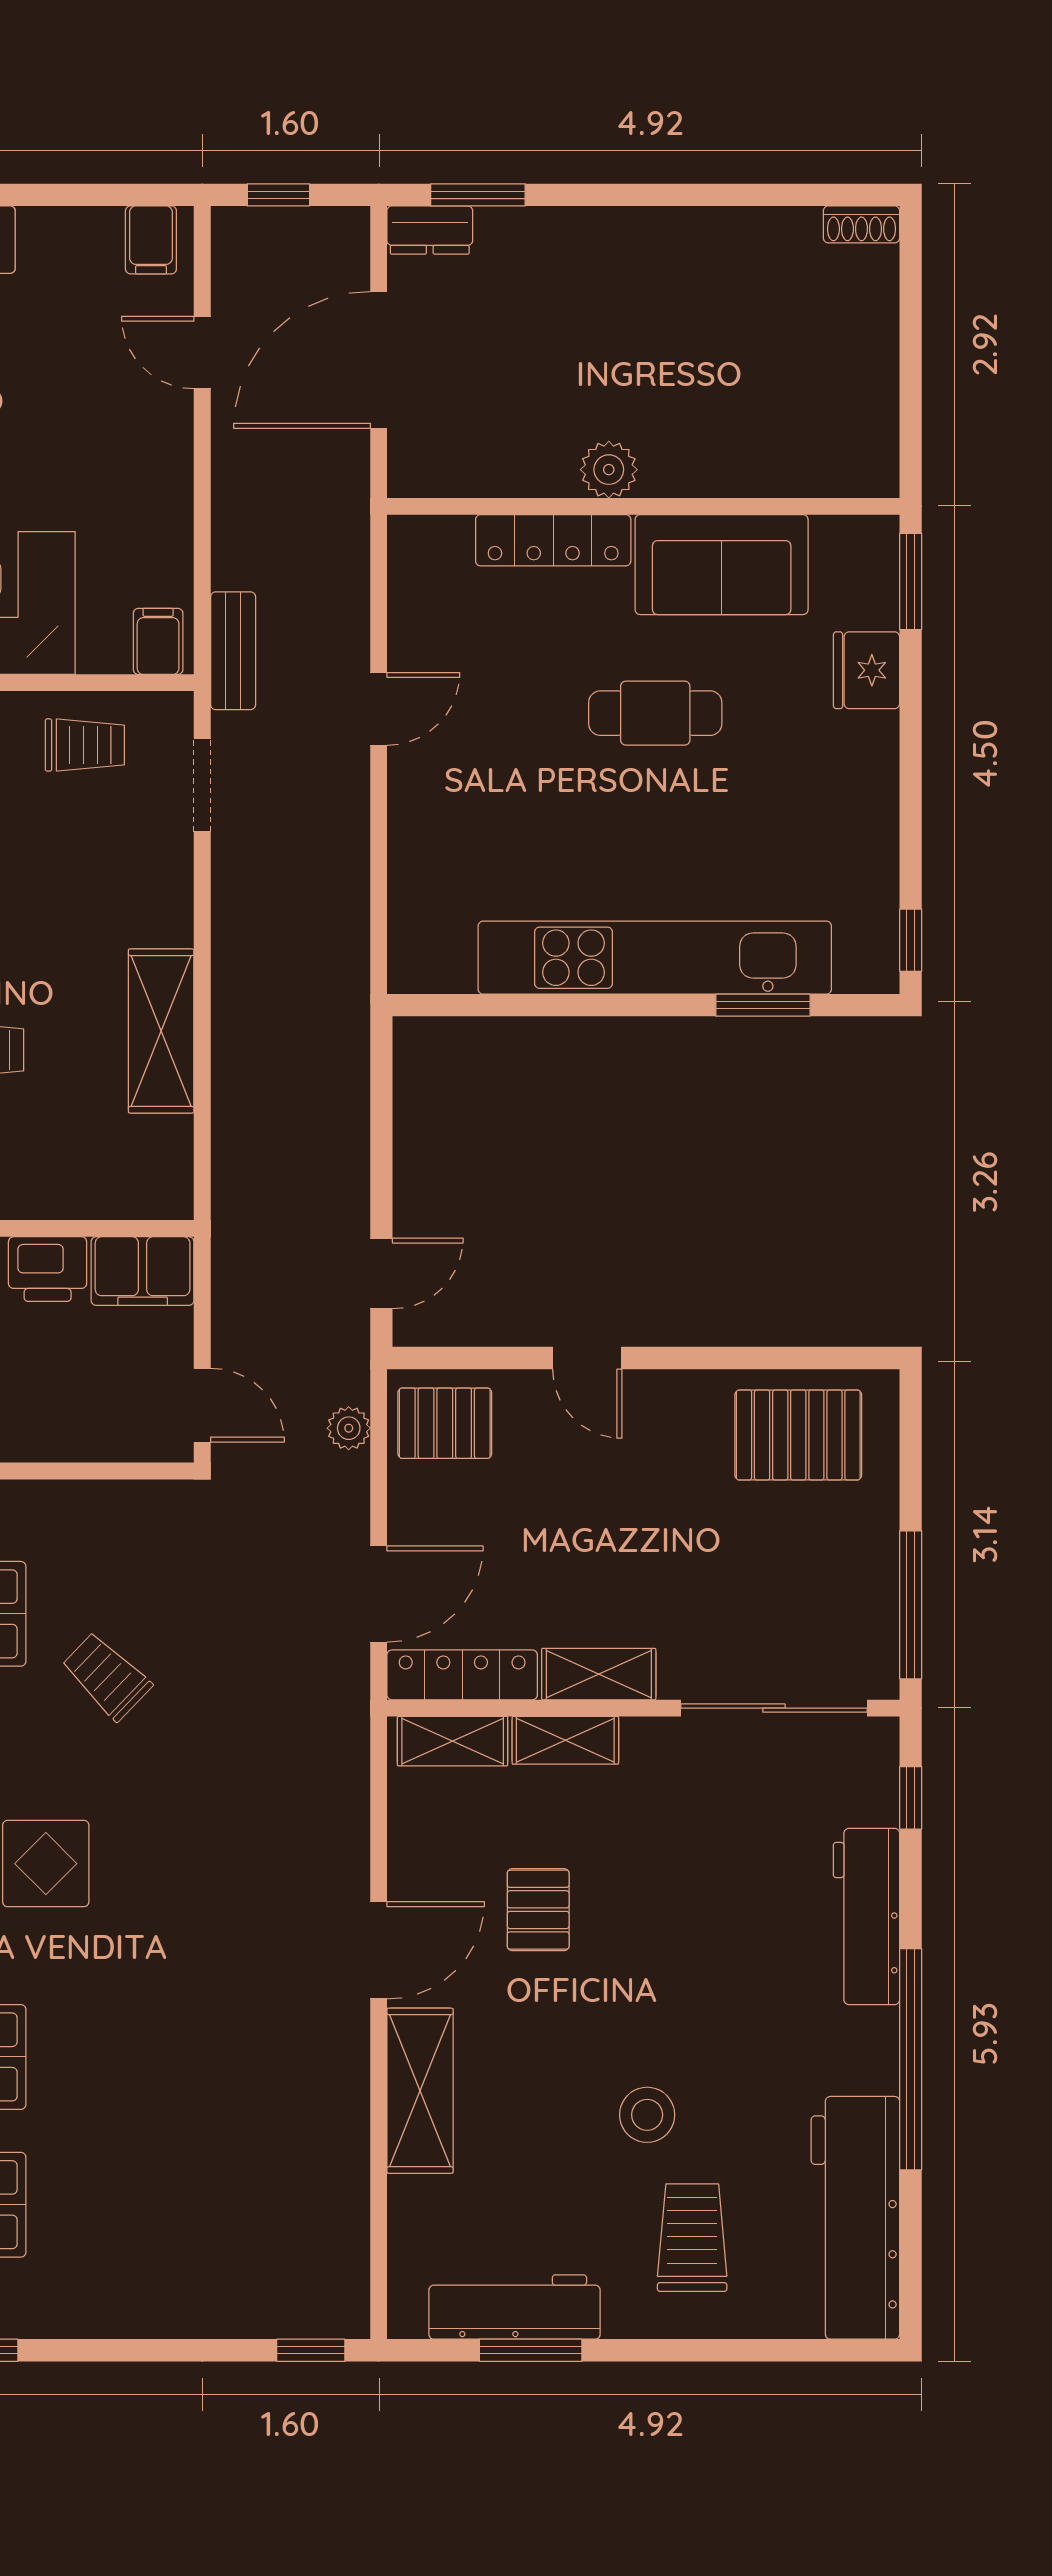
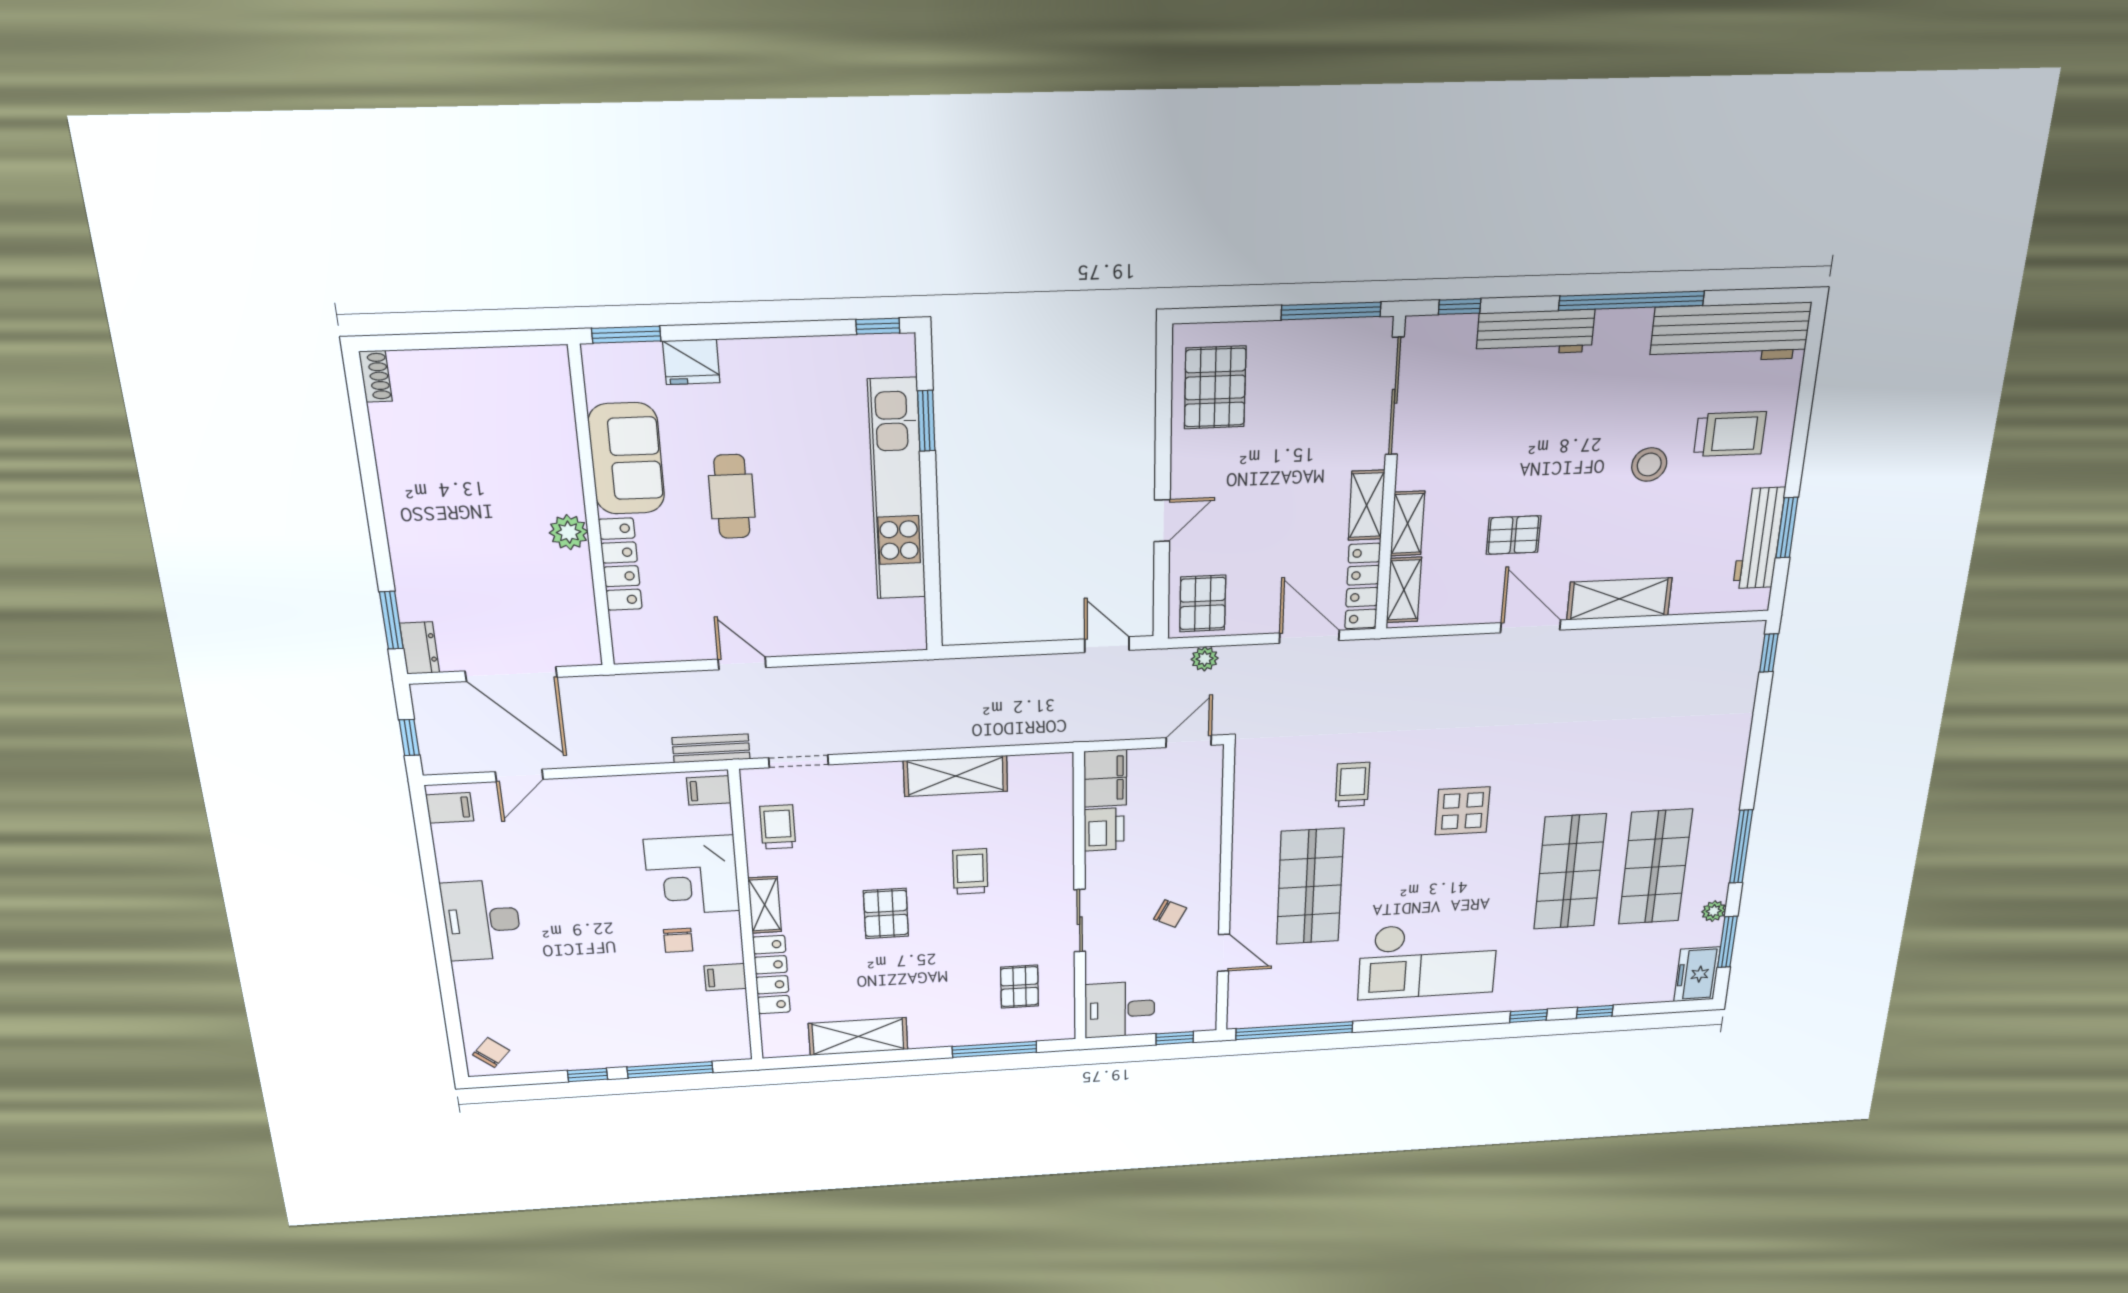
trolley: (107, 1676) -> (1352, 785), turned 136
trolley: (692, 2238) -> (1730, 434), turned 180

